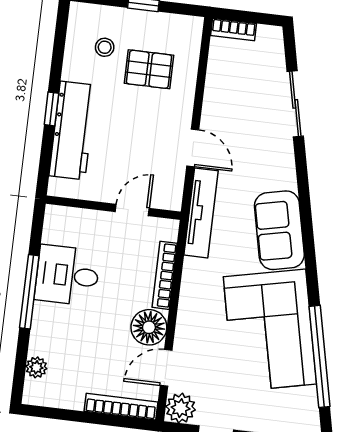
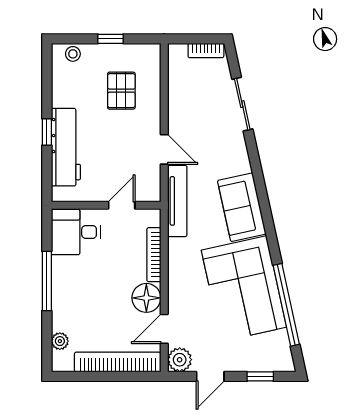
bookcase: (233, 30) -> (206, 50), moved
stool: (105, 47) -> (73, 54), moved
pallet: (149, 69) -> (121, 91), turned 90
desk: (67, 275) -> (76, 232), moved
bookcase: (121, 407) -> (118, 362), width x1.48, depth x1.31

